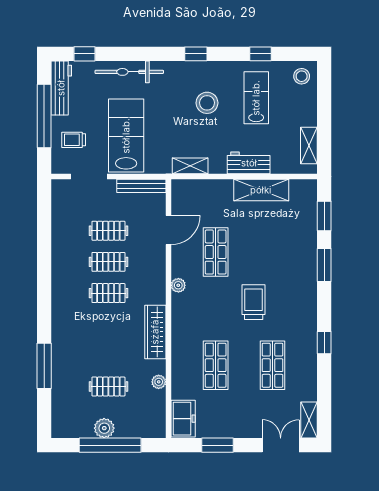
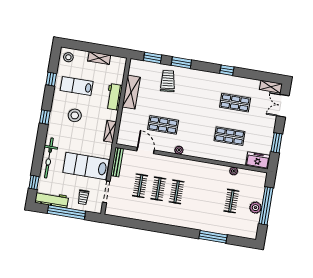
shelving: (309, 146) -> (99, 58), moved
trolley: (254, 302) -> (168, 81), moved, turned 84
wardrobe: (155, 332) -> (204, 168), removed

